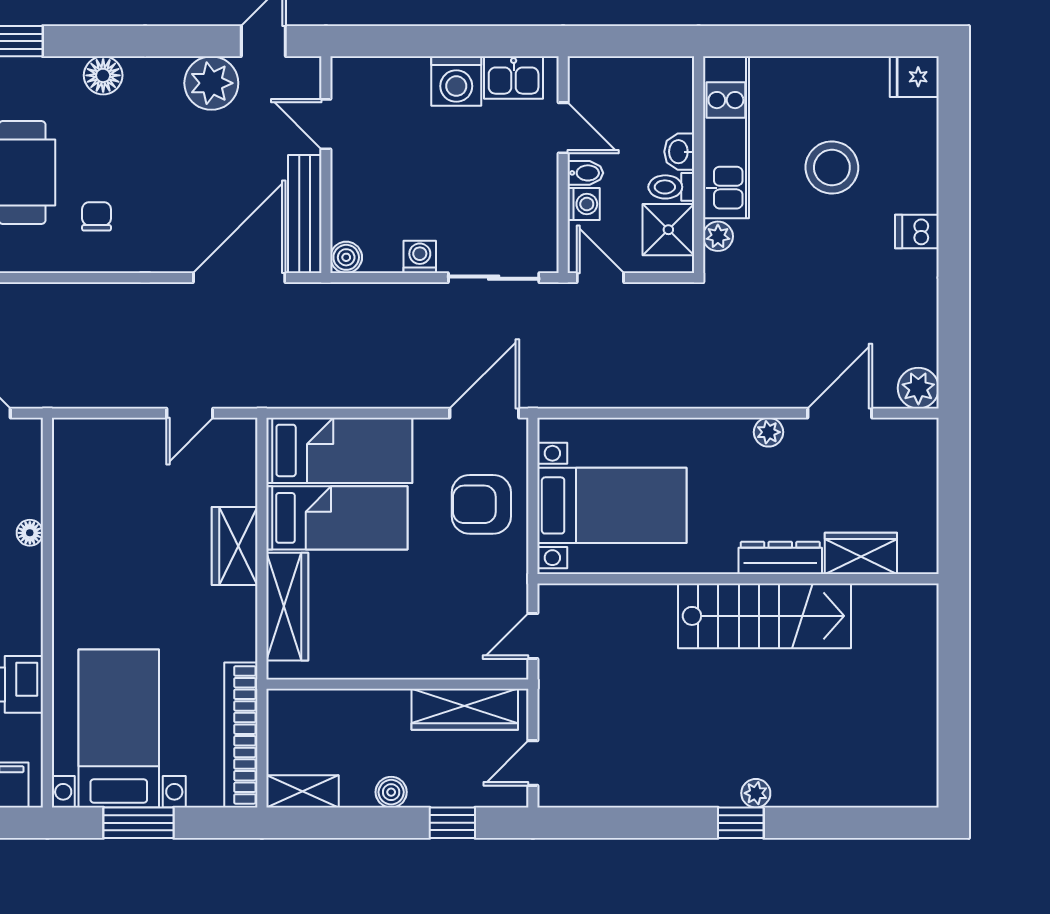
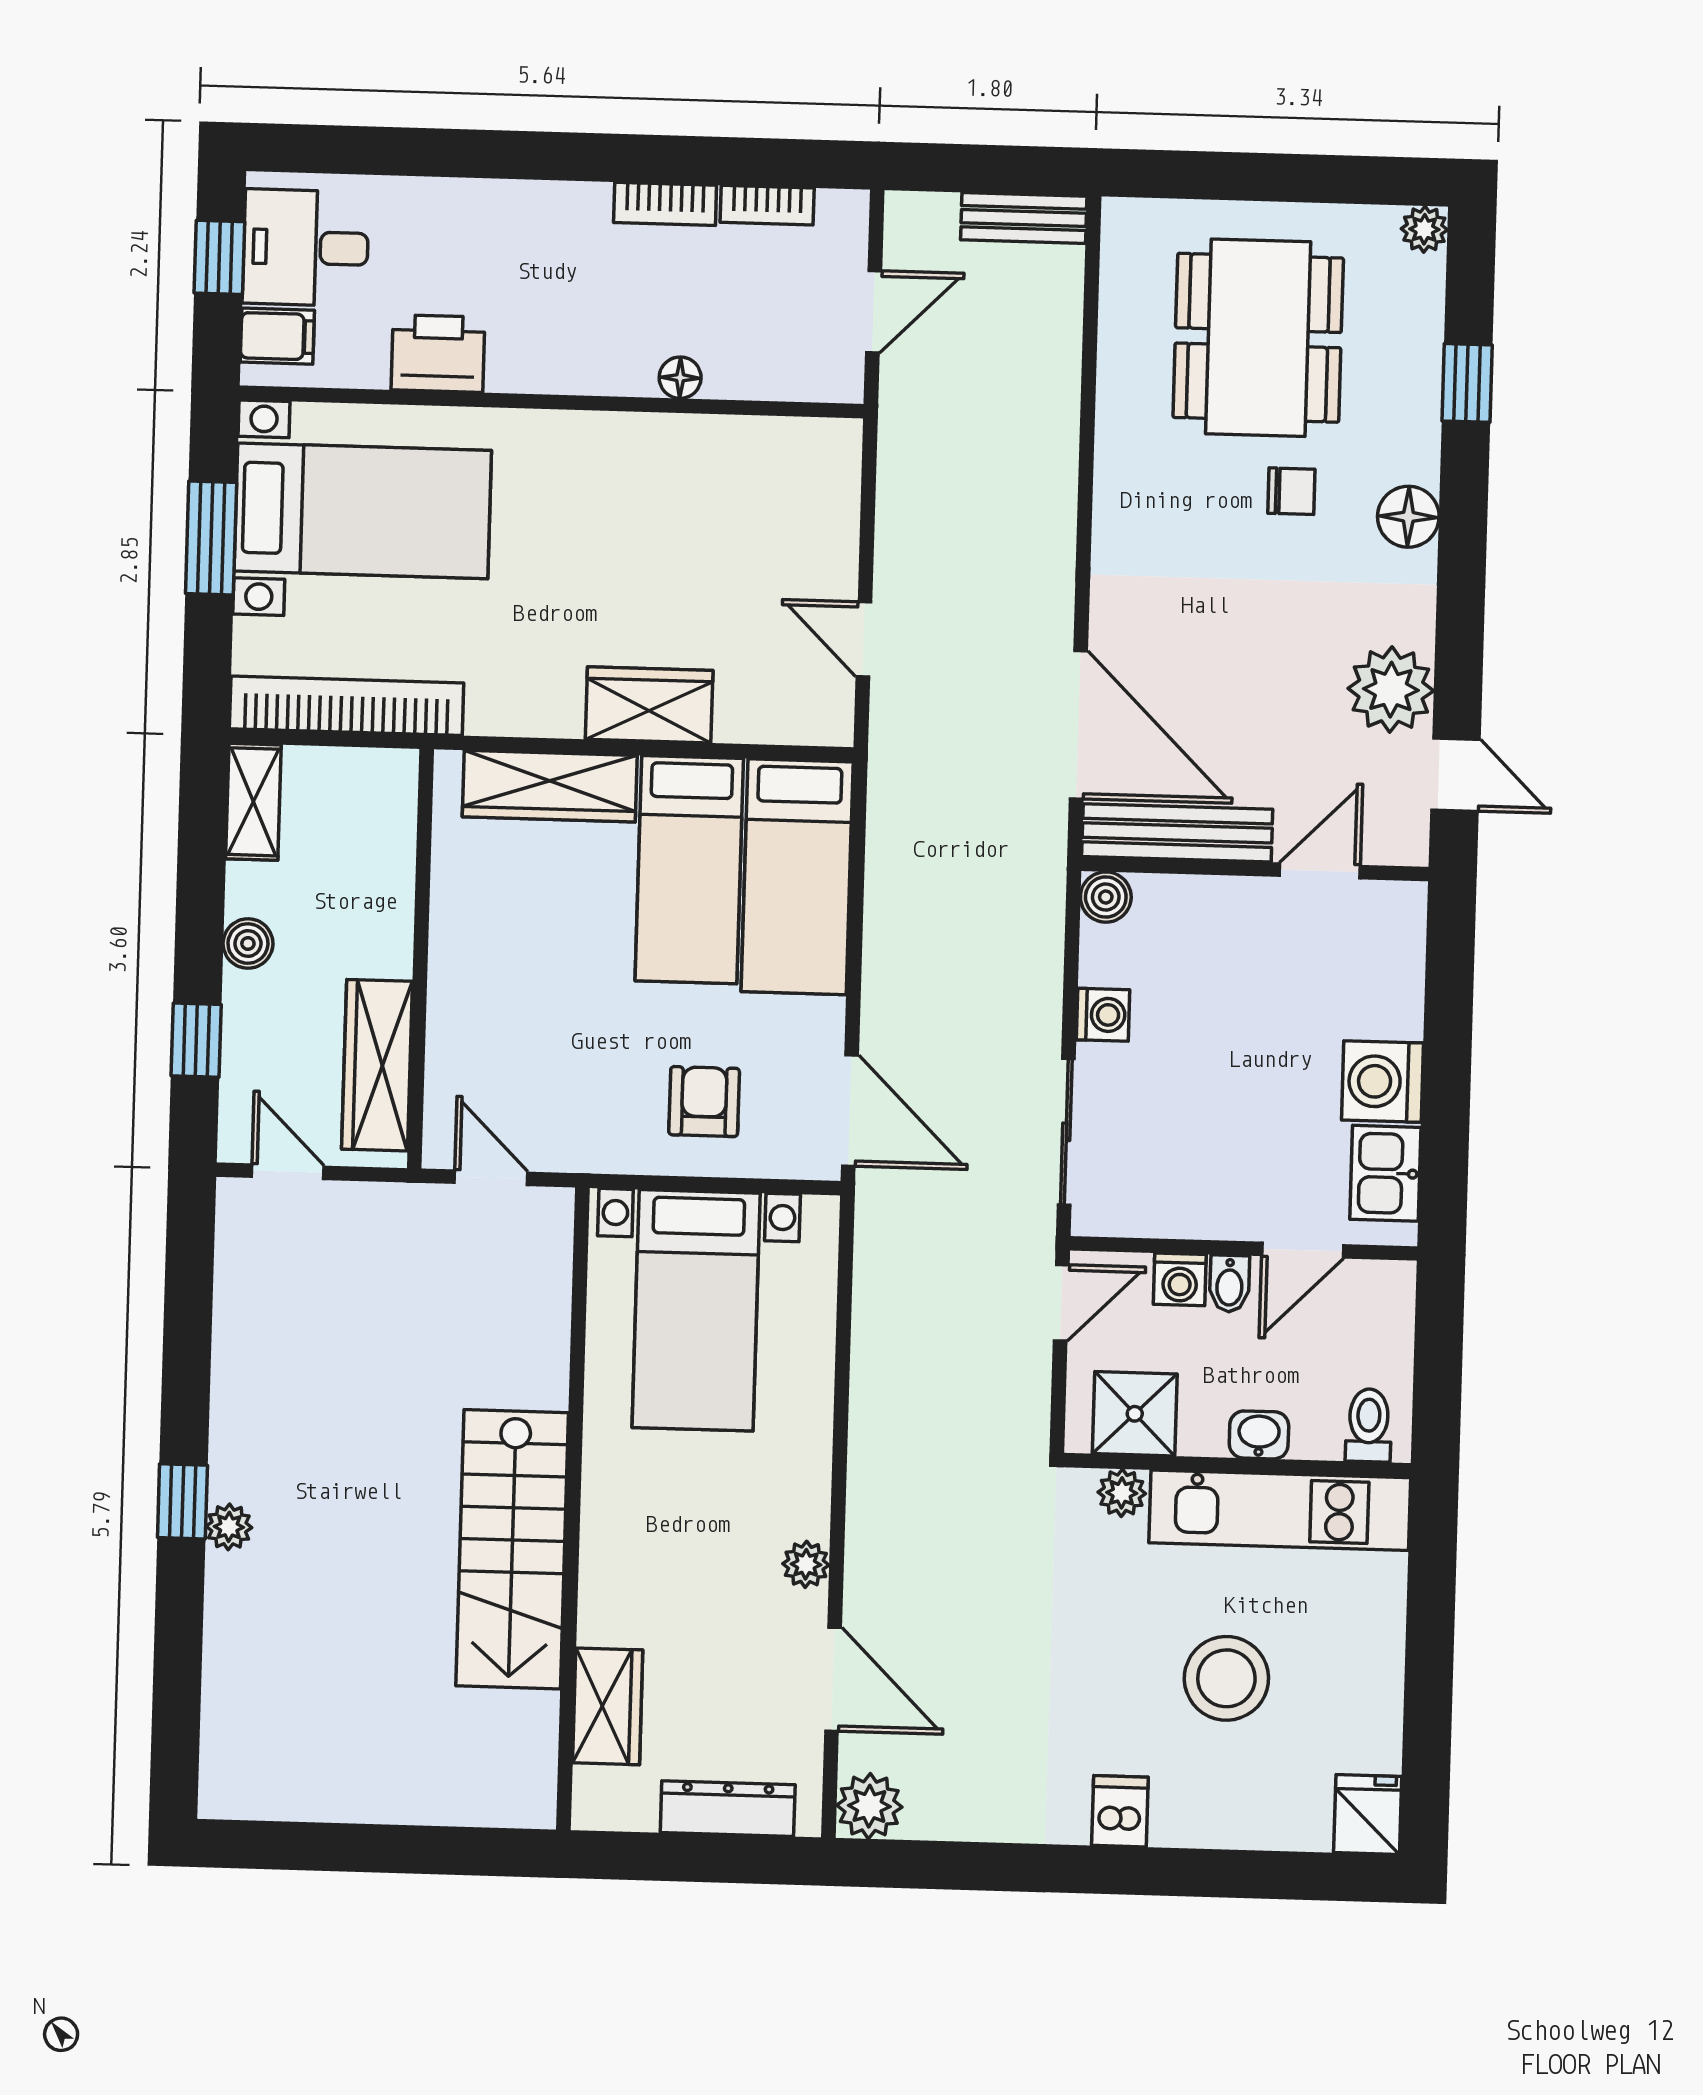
toilet: (671, 187) -> (1369, 1425), moved
chair: (97, 216) -> (1291, 491), moved
armchair: (481, 504) -> (704, 1102), width x0.72, depth x0.72
dresser: (780, 558) -> (728, 1809), moved, turned -90

